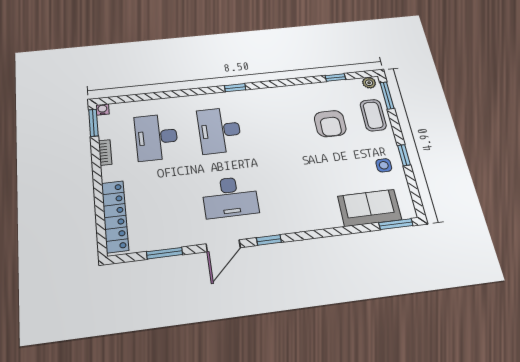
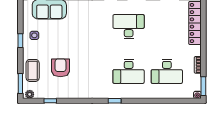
desk: (219, 130) -> (129, 71), turned 90
desk: (156, 137) -> (167, 71), turned 90

